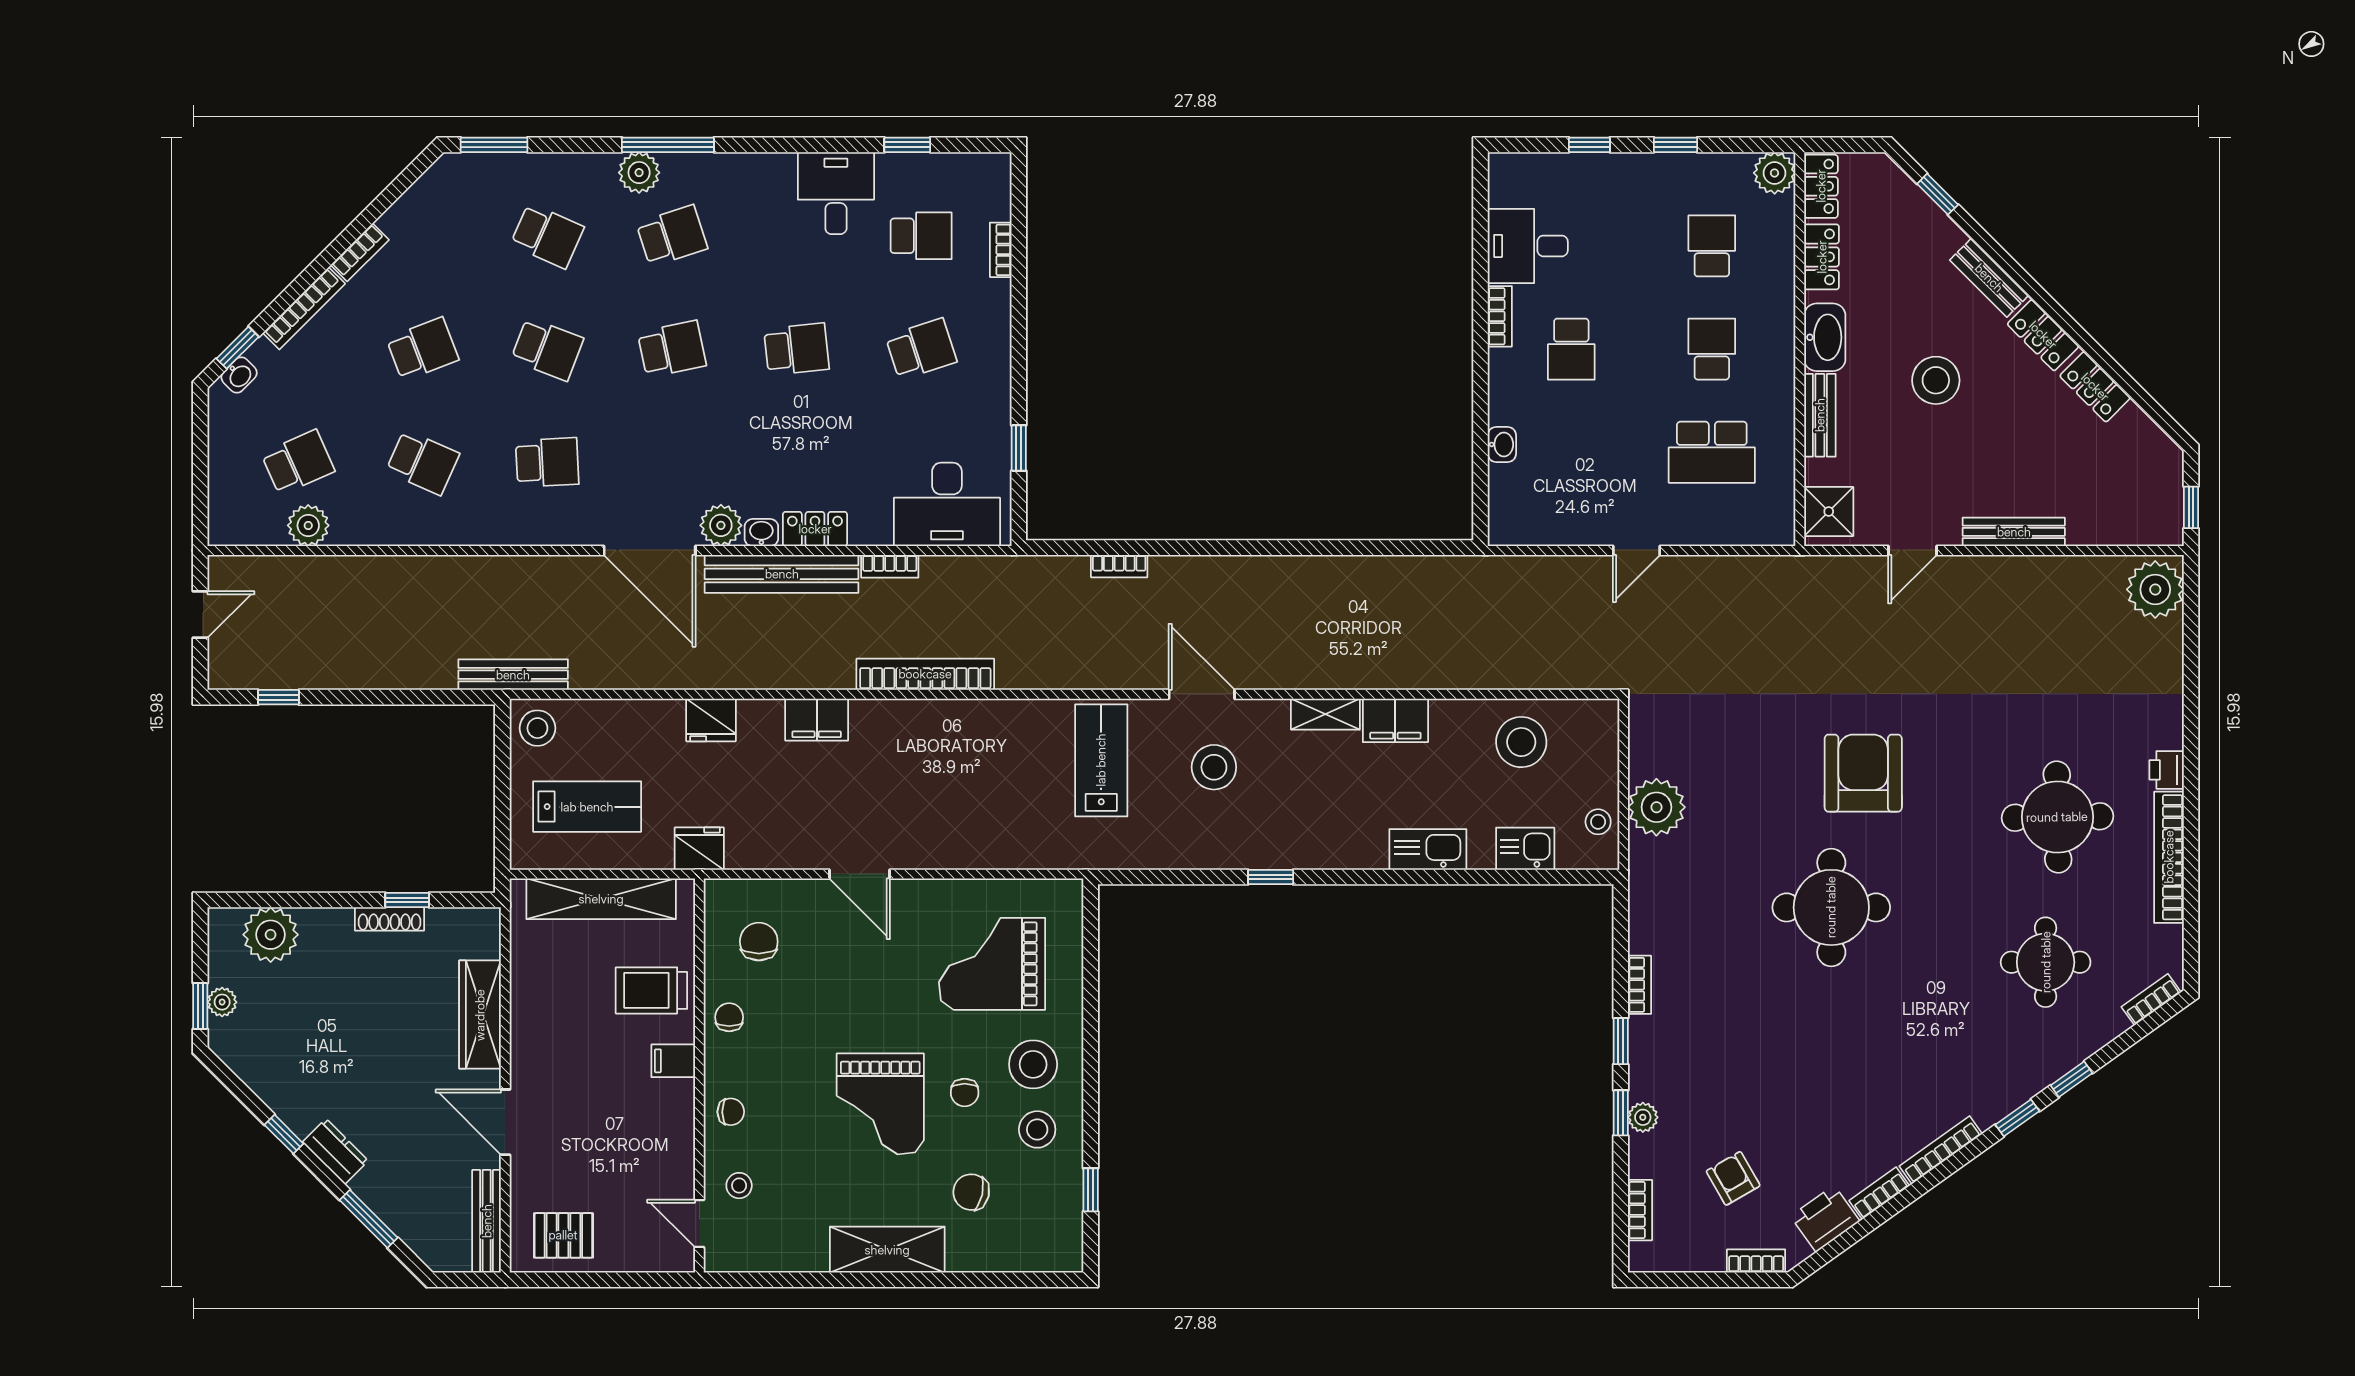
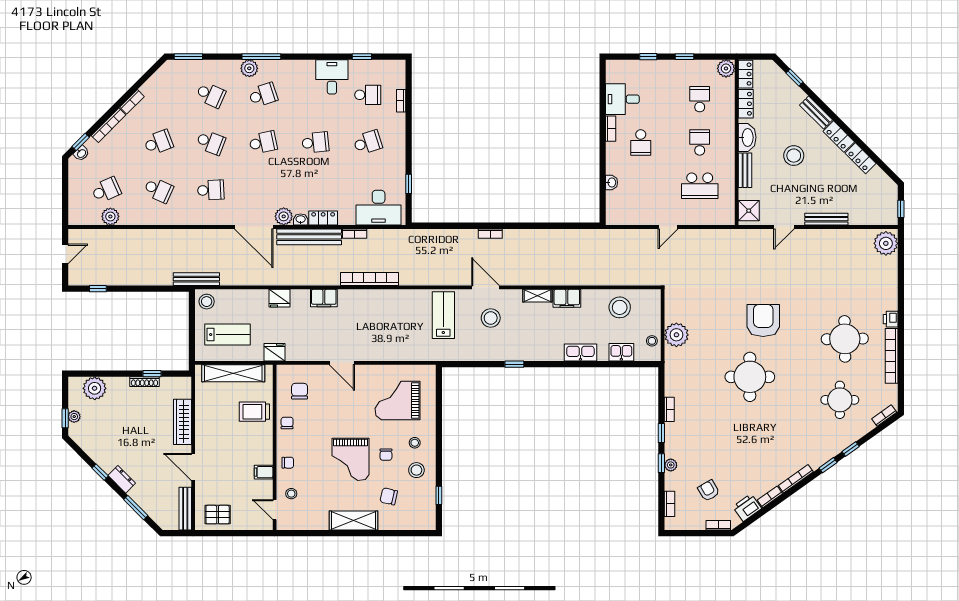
bookcase: (1119, 566) -> (490, 234), moved
filing cabinet: (673, 1061) -> (264, 472), moved
stool: (1033, 1064) -> (415, 443), width x0.53, depth x0.53

